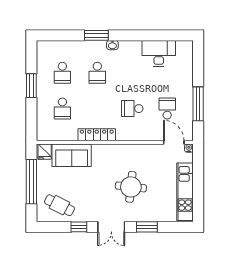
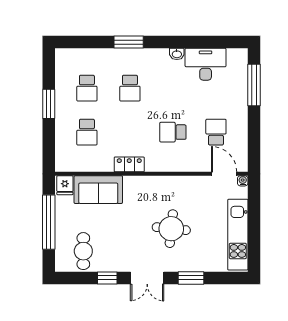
washbasin: (112, 45) -> (177, 54), moved
window: (198, 104) -> (254, 85), moved
locker: (97, 135) -> (129, 164), width x0.66
cafe table: (59, 205) -> (83, 251), turned 63

